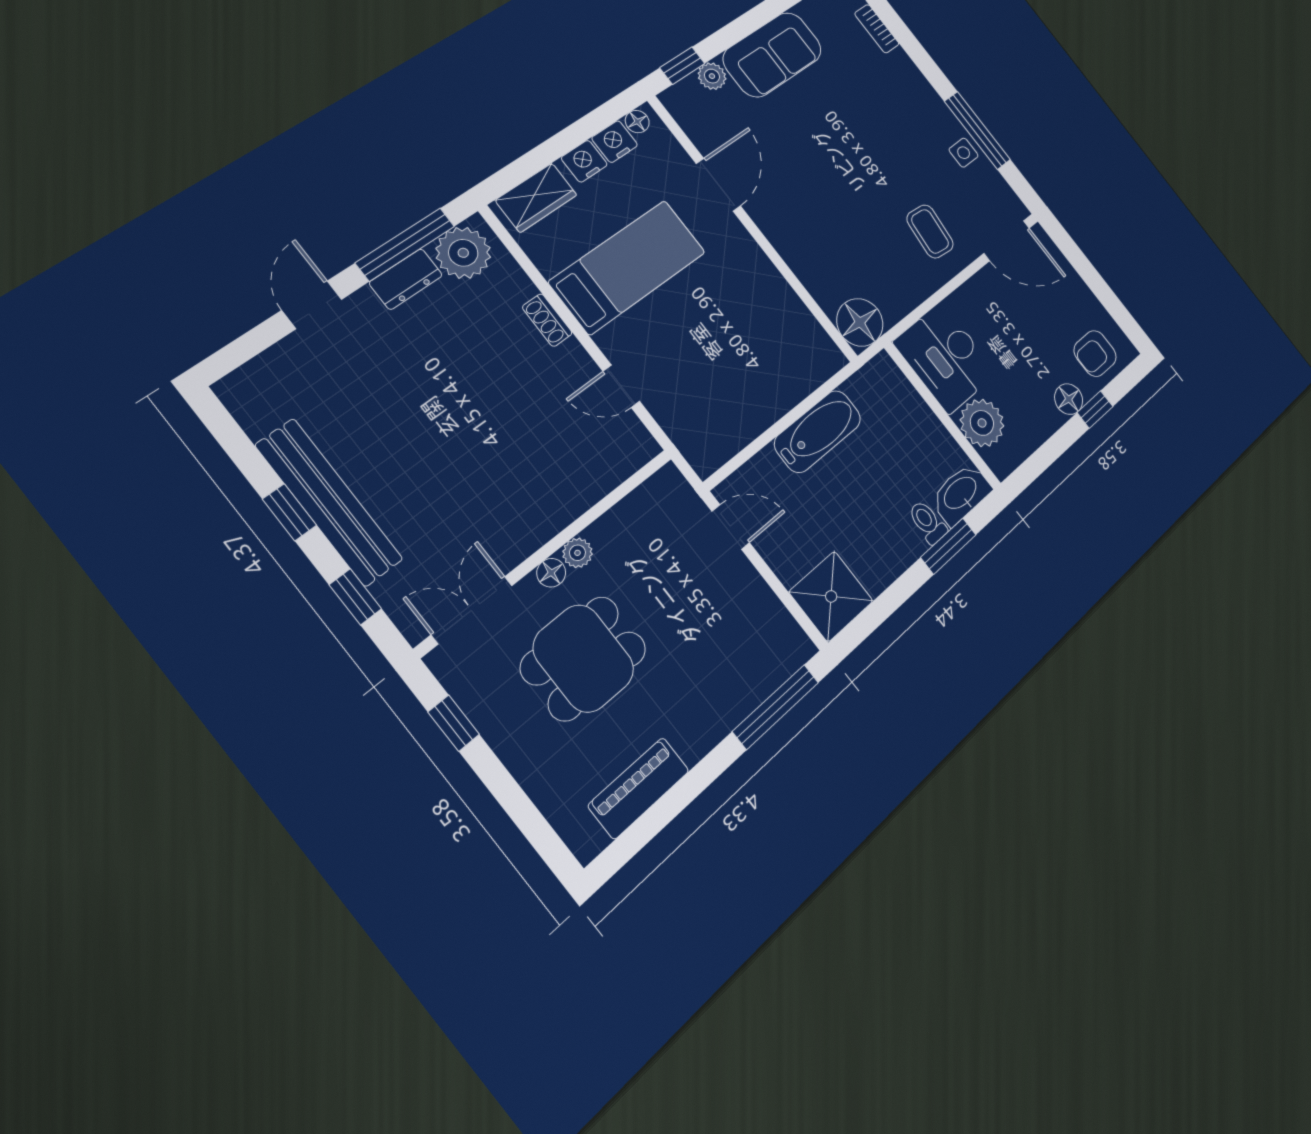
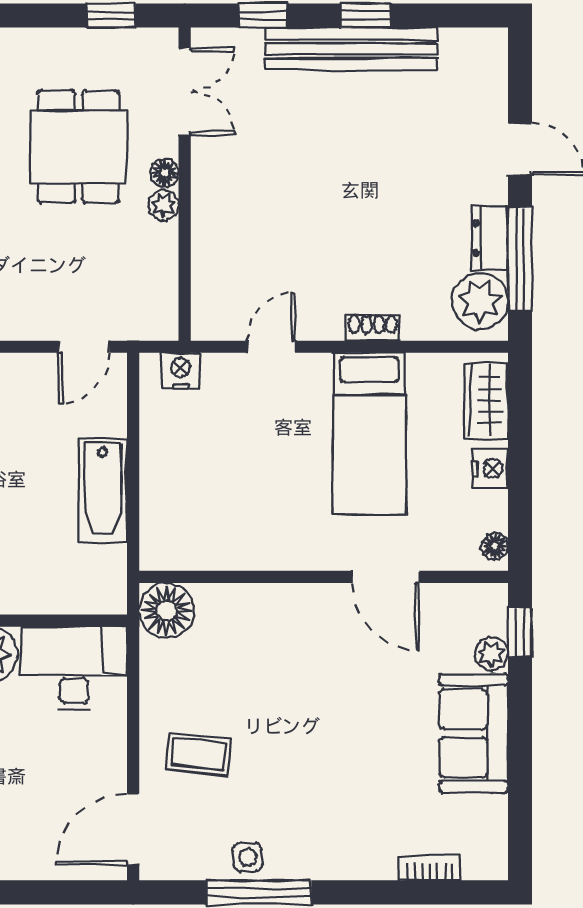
nightstand: (615, 142) -> (180, 371), moved, turned -90

